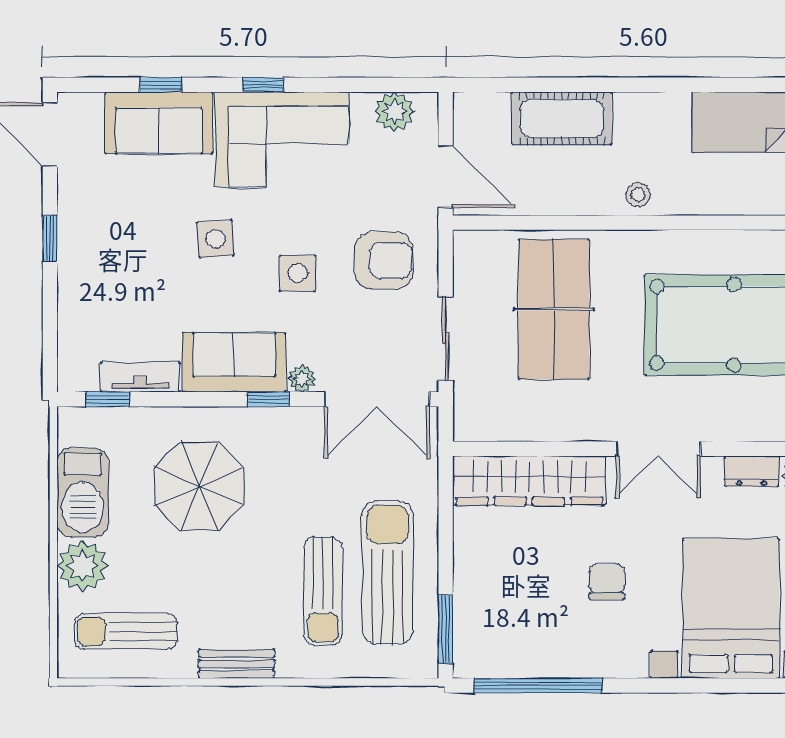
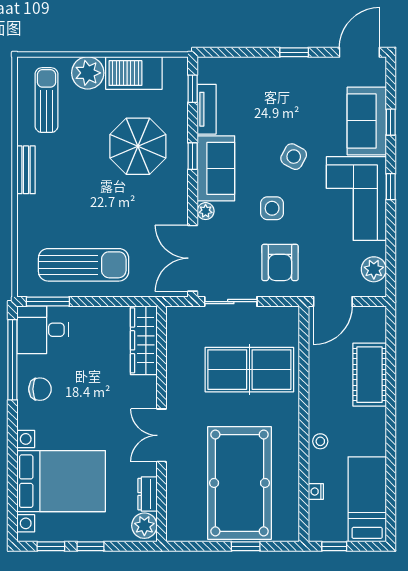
stool: (638, 195) -> (320, 441), moved
nightstand: (747, 204) -> (316, 492), added
side table: (215, 239) -> (294, 157), turned 32
window: (268, 399) -> (193, 156), moved
wardrobe: (529, 481) -> (144, 340), width x0.71, depth x0.85
chair: (607, 582) -> (40, 389), moved
sun lounger: (323, 591) -> (72, 224), removed
desk: (491, 638) -> (43, 330), added

